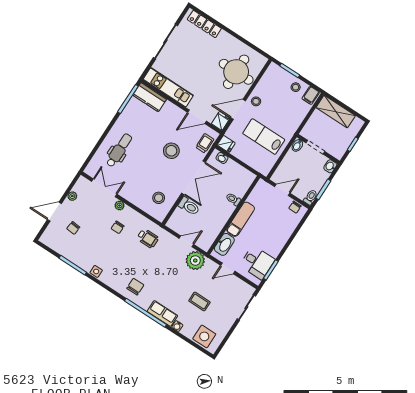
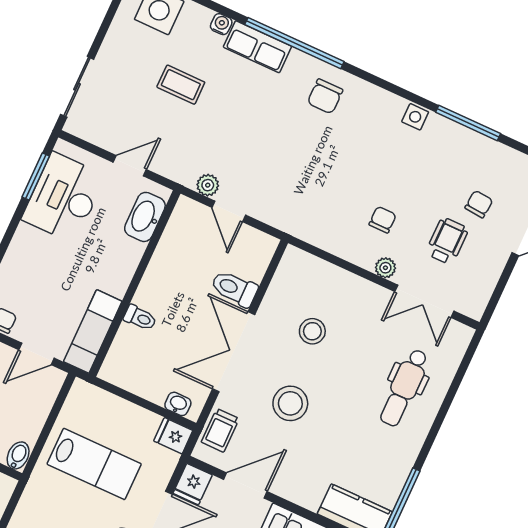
plant: (72, 196) -> (491, 273), removed
stool: (159, 198) -> (312, 331), moved
exam couch: (241, 219) -> (93, 331), moved
wheelchair: (148, 238) -> (447, 241), moved, turned 90
door: (186, 241) -> (229, 211), hinge flipped
plant: (195, 261) -> (208, 185), width x0.53, depth x0.53
desk: (257, 262) -> (64, 198), width x1.37

